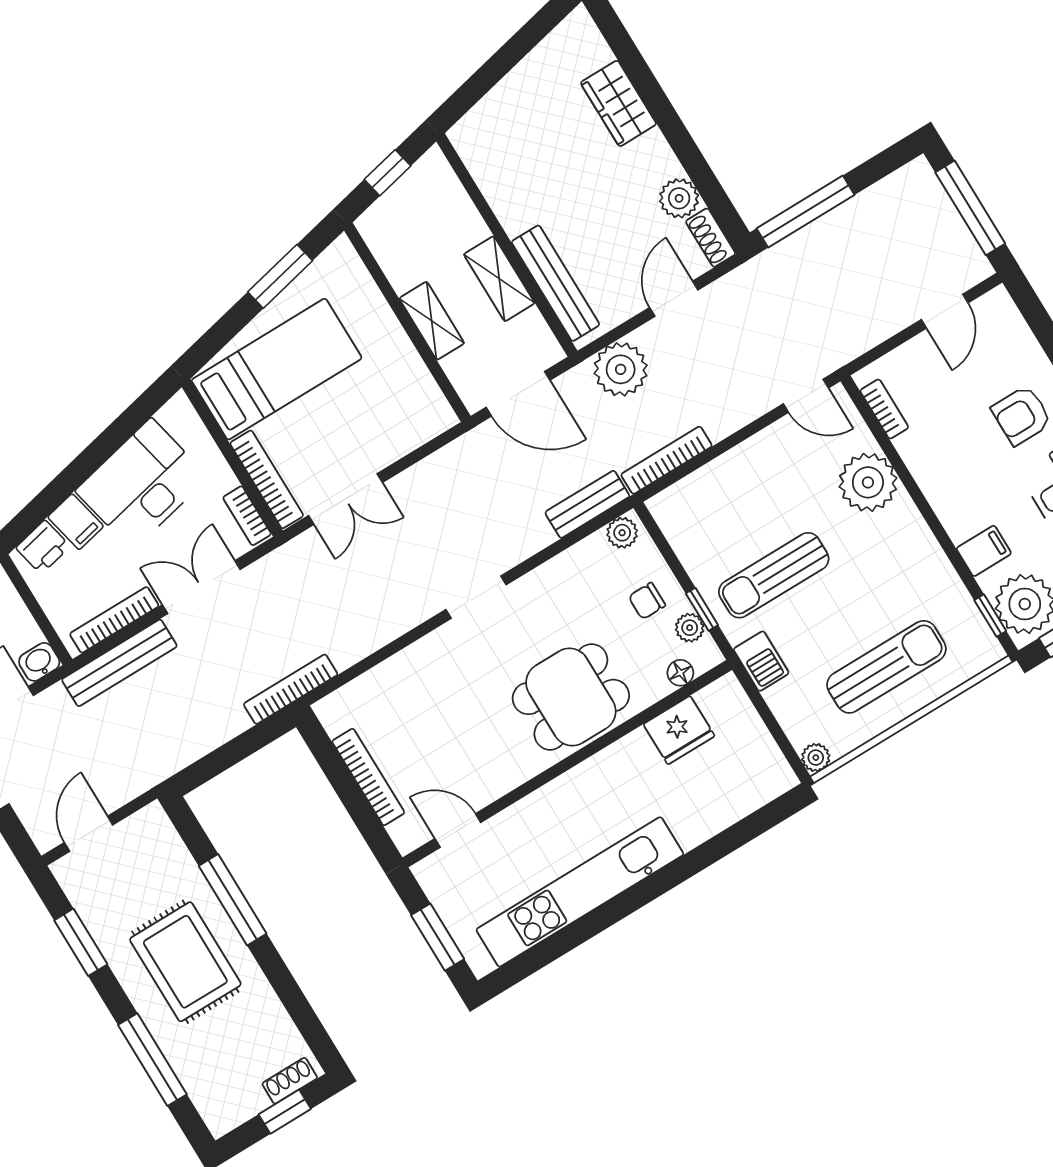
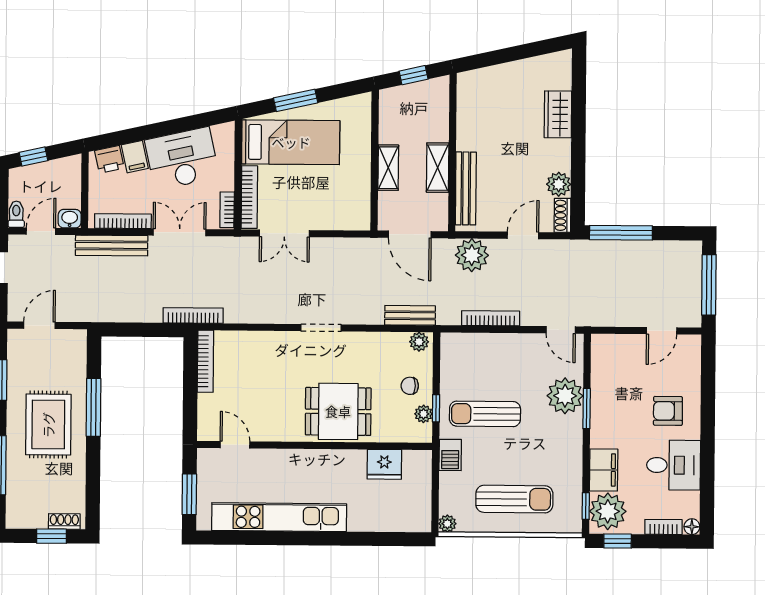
window: (280, 276) -> (296, 100), moved
bookcase: (884, 409) -> (598, 363), removed
bookcase: (666, 460) -> (491, 318), moved
window: (908, 481) -> (587, 409), added
filing cabinet: (984, 551) -> (604, 470), width x2.00
floor lamp: (680, 673) -> (404, 435), removed
bookcase: (368, 777) -> (205, 361), moved

